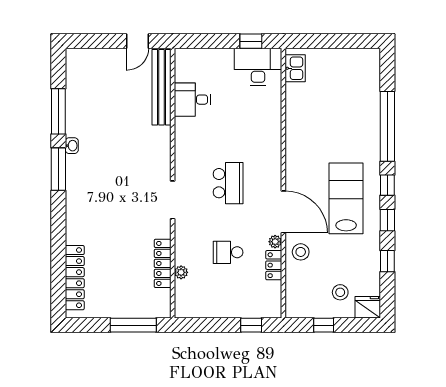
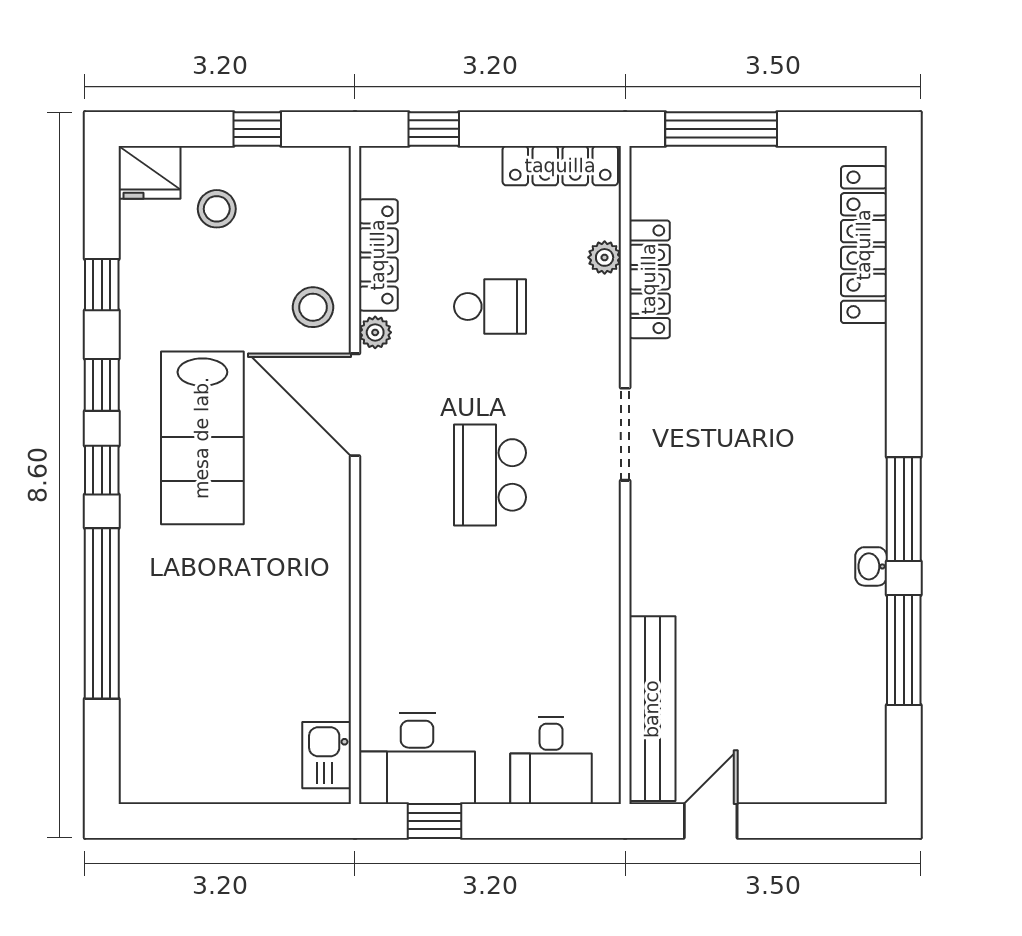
desk: (192, 100) -> (551, 760), moved, turned 90
locker: (274, 265) -> (378, 255), width x1.53
locker: (199, 310) -> (560, 166), added

